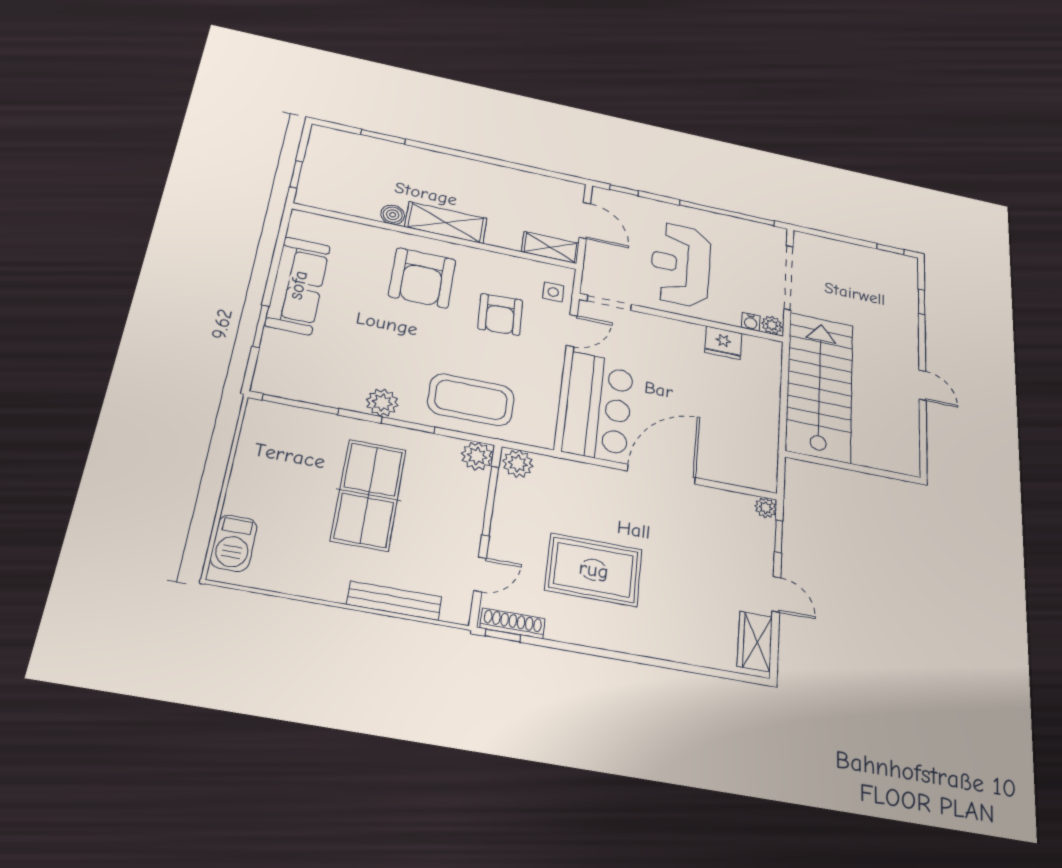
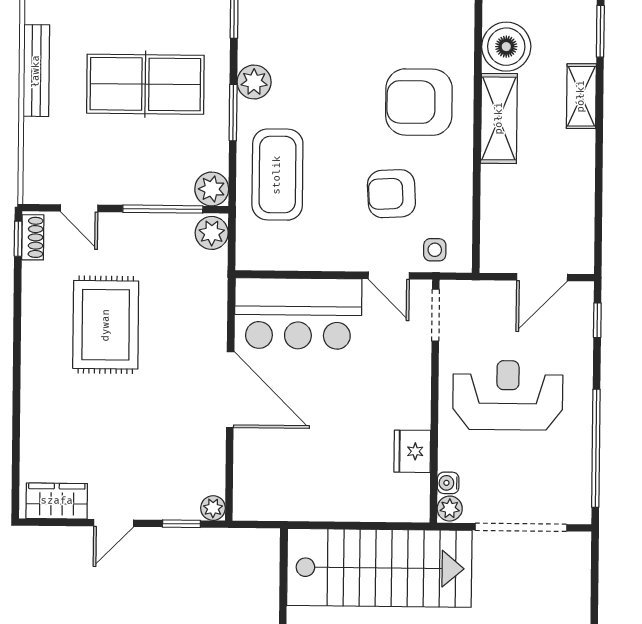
boiler: (393, 215) -> (506, 47), width x1.86, depth x1.86
shelving: (550, 247) -> (581, 96), moved
bench: (394, 601) -> (36, 71), moved
shoe rack: (513, 623) -> (33, 237), width x0.70

